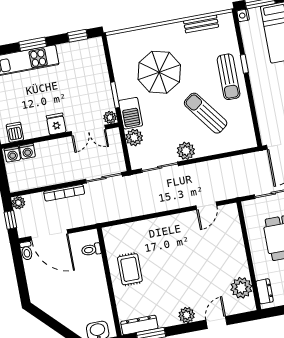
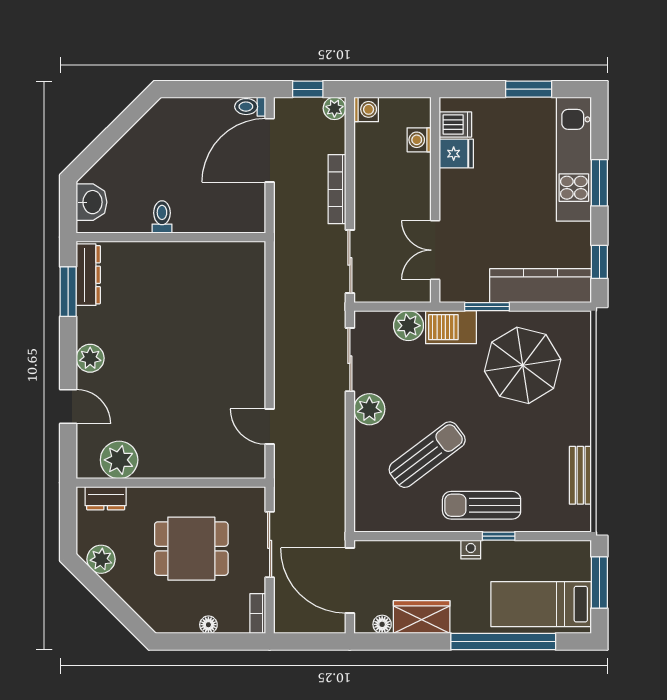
nightstand: (243, 15) -> (471, 550), moved
kitchen counter: (97, 67) -> (540, 286), added
parasol: (159, 72) -> (523, 365), moved
plant: (110, 117) -> (450, 291), removed
fridge: (56, 124) -> (456, 154), moved
washing machine: (12, 154) -> (366, 109), moved, turned 180
toilet: (91, 250) -> (162, 217), moved
rug: (130, 269) -> (186, 276), removed

